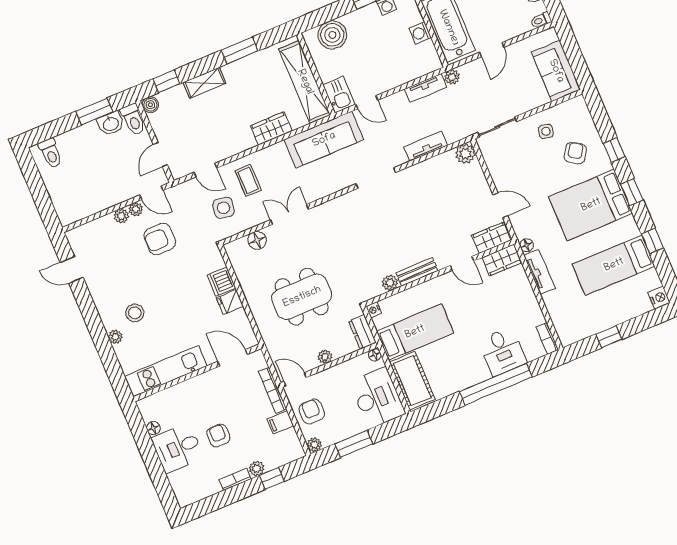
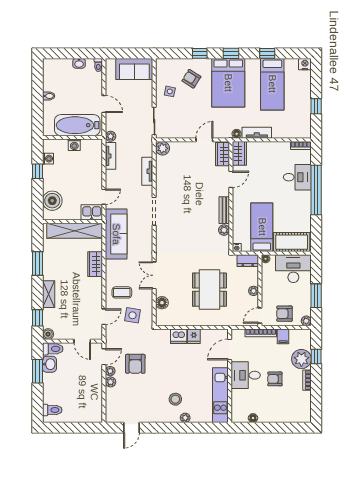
desk: (178, 448) -> (246, 375), moved, turned 90
plant: (257, 469) -> (301, 359), width x1.88, depth x1.88

